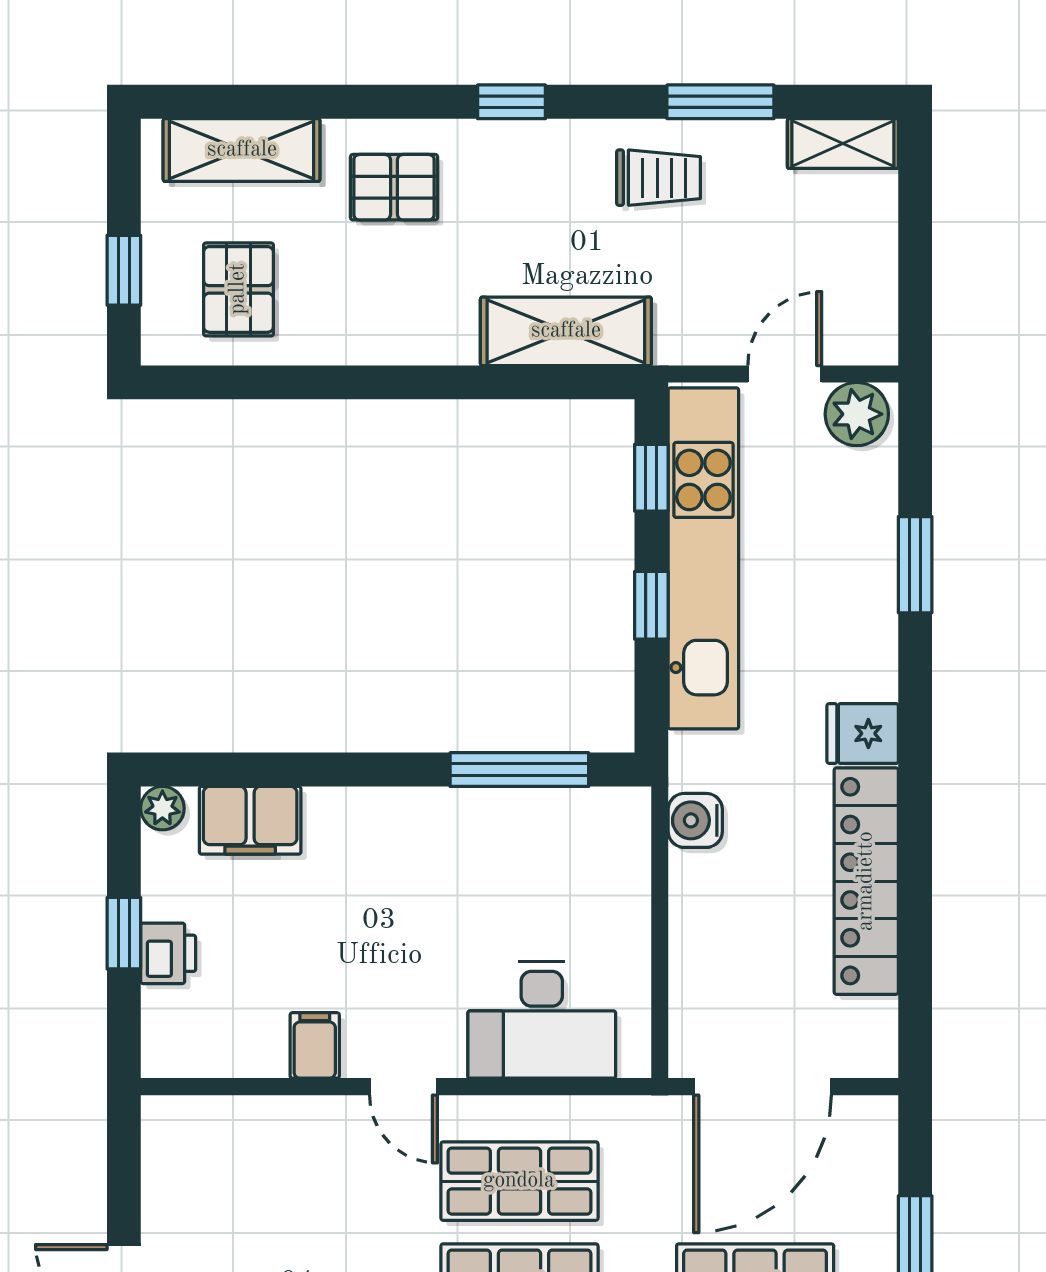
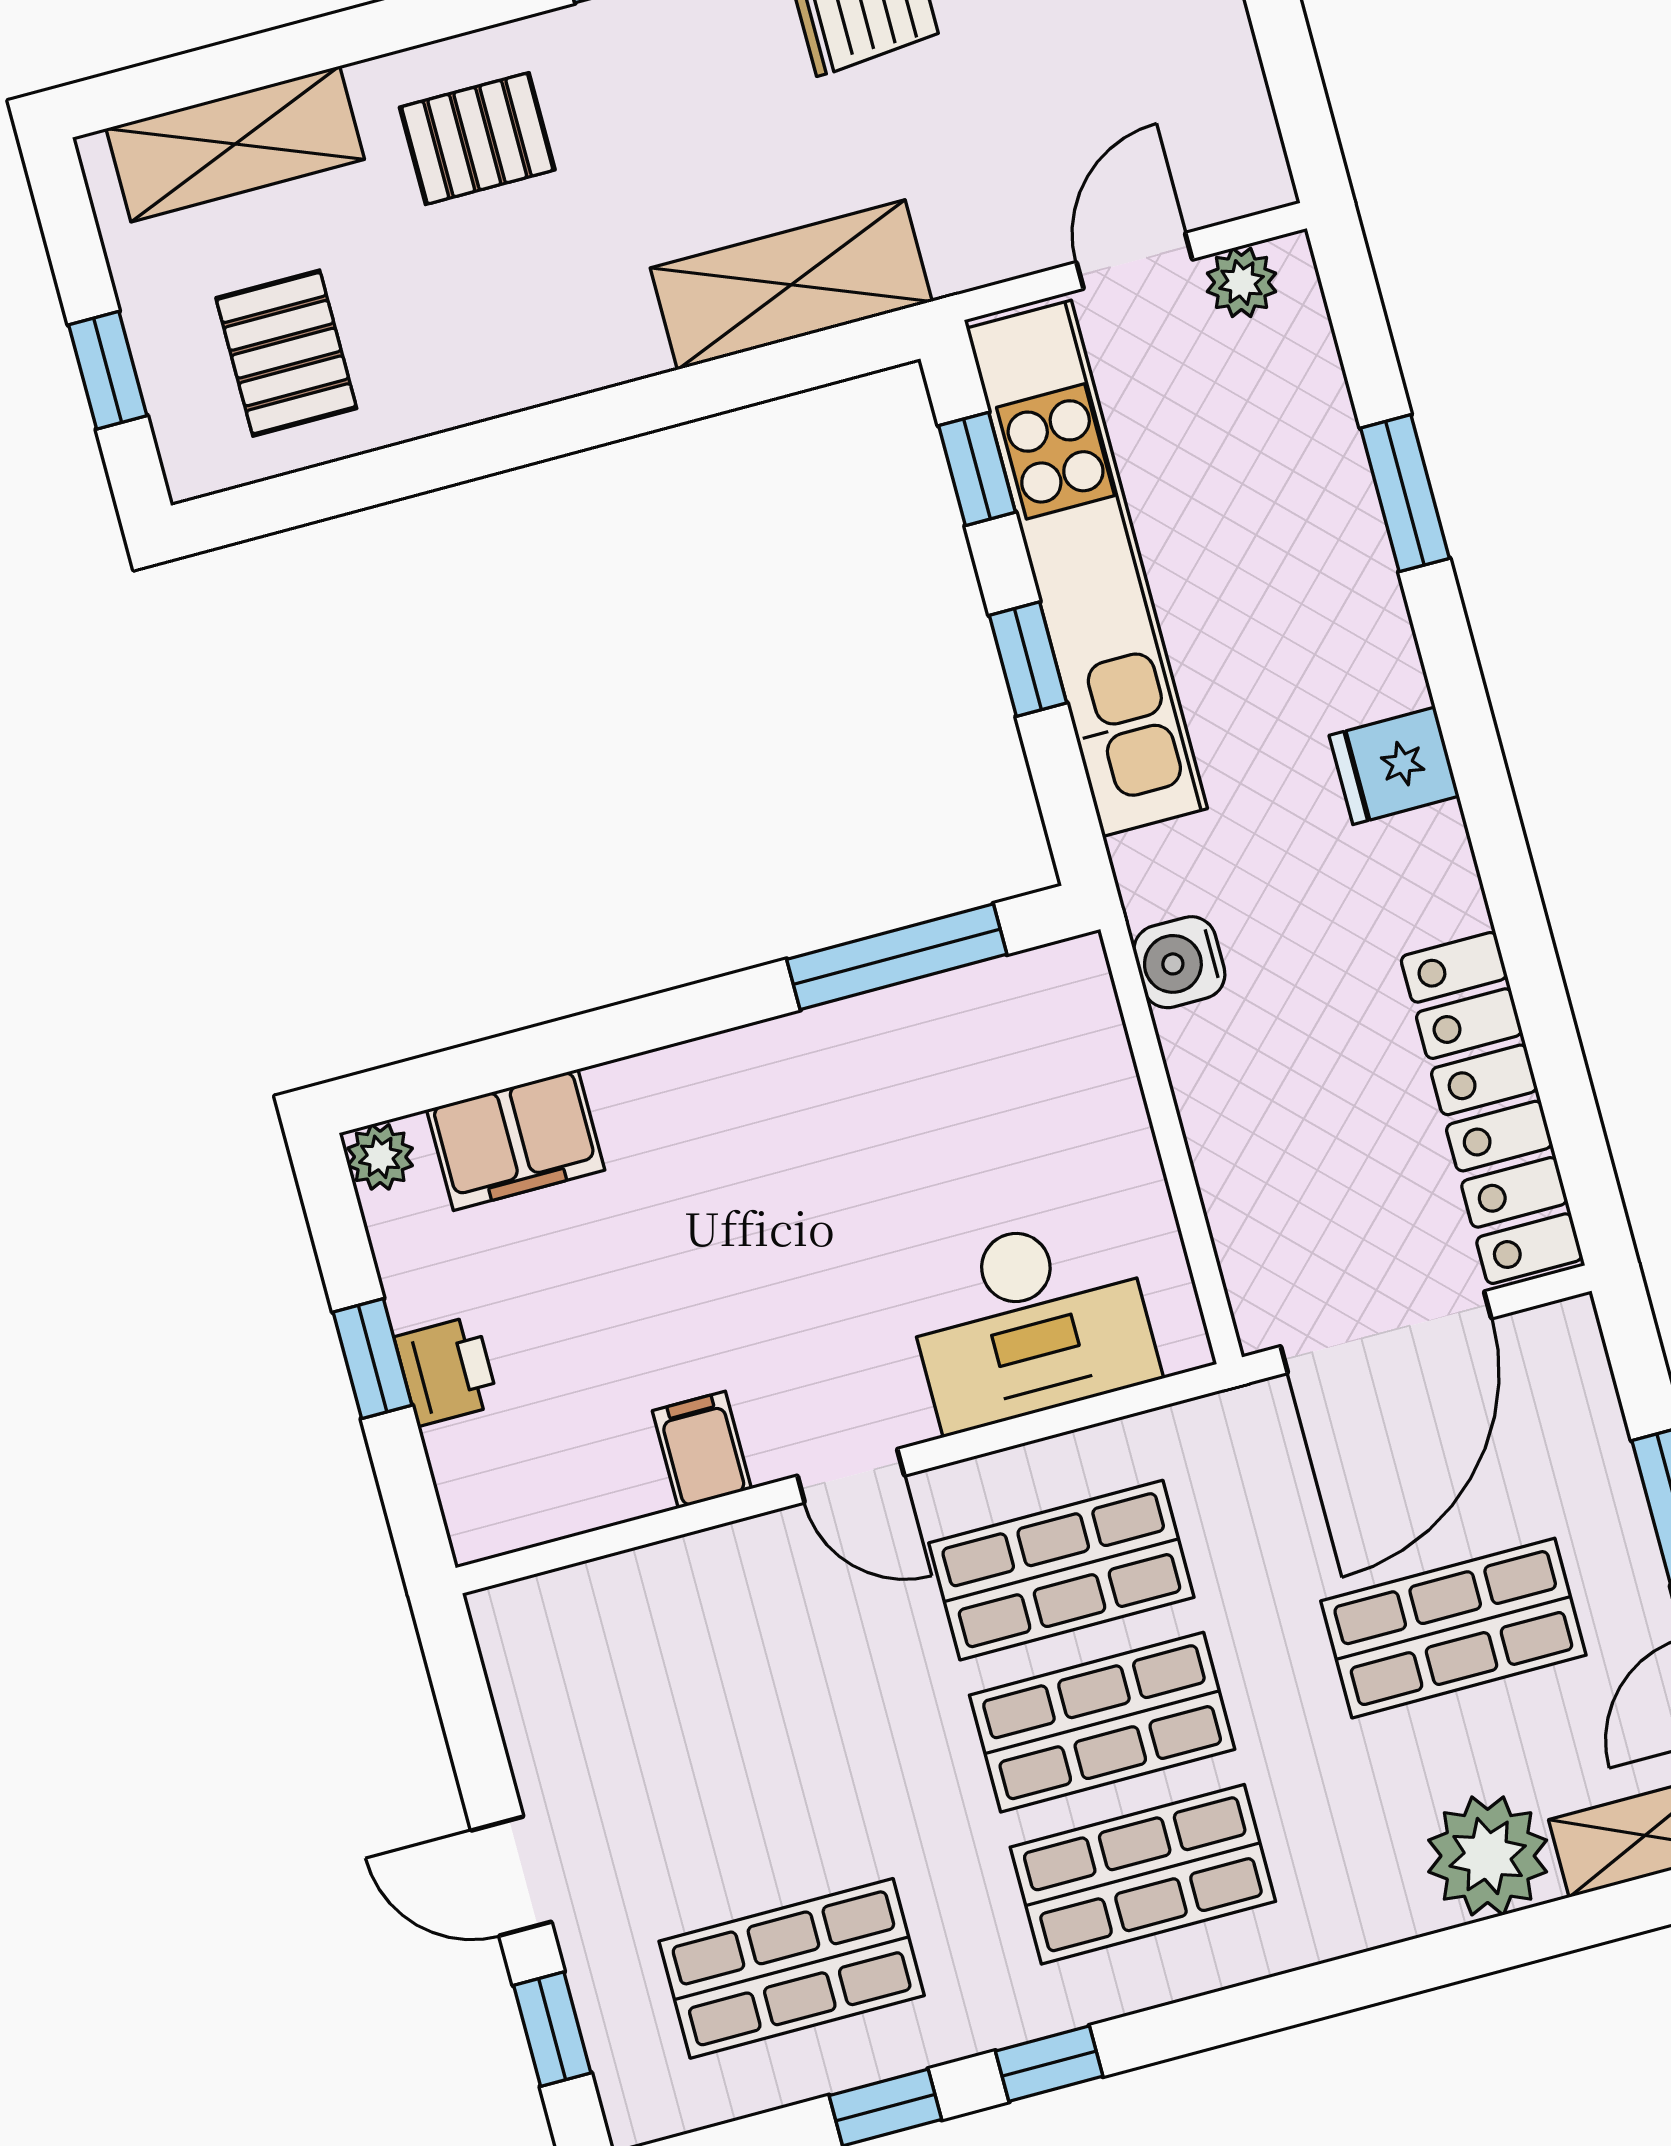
plant: (857, 414) -> (1241, 282), width x0.73, depth x0.73
locker: (866, 881) -> (1492, 1108), moved

